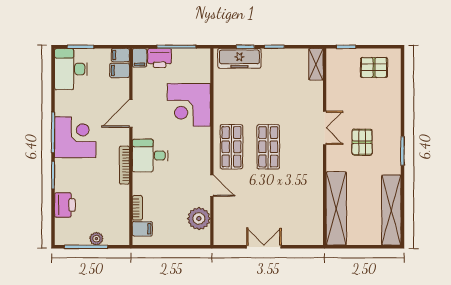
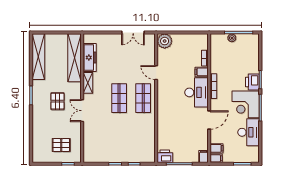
printer: (160, 58) -> (165, 156), moved
freezer: (239, 58) -> (90, 58), moved, turned 90
shelving: (316, 64) -> (88, 83), moved
pallet: (374, 67) -> (61, 145), moved
desk: (71, 69) -> (249, 132), moved
corner desk: (189, 105) -> (171, 126), removed
desk: (150, 156) -> (197, 92), width x1.37
printer: (65, 205) -> (252, 82), moved
plant: (199, 219) -> (165, 41), moved
filing cabinet: (142, 229) -> (202, 72), moved
double door: (264, 247) -> (133, 33), moved

